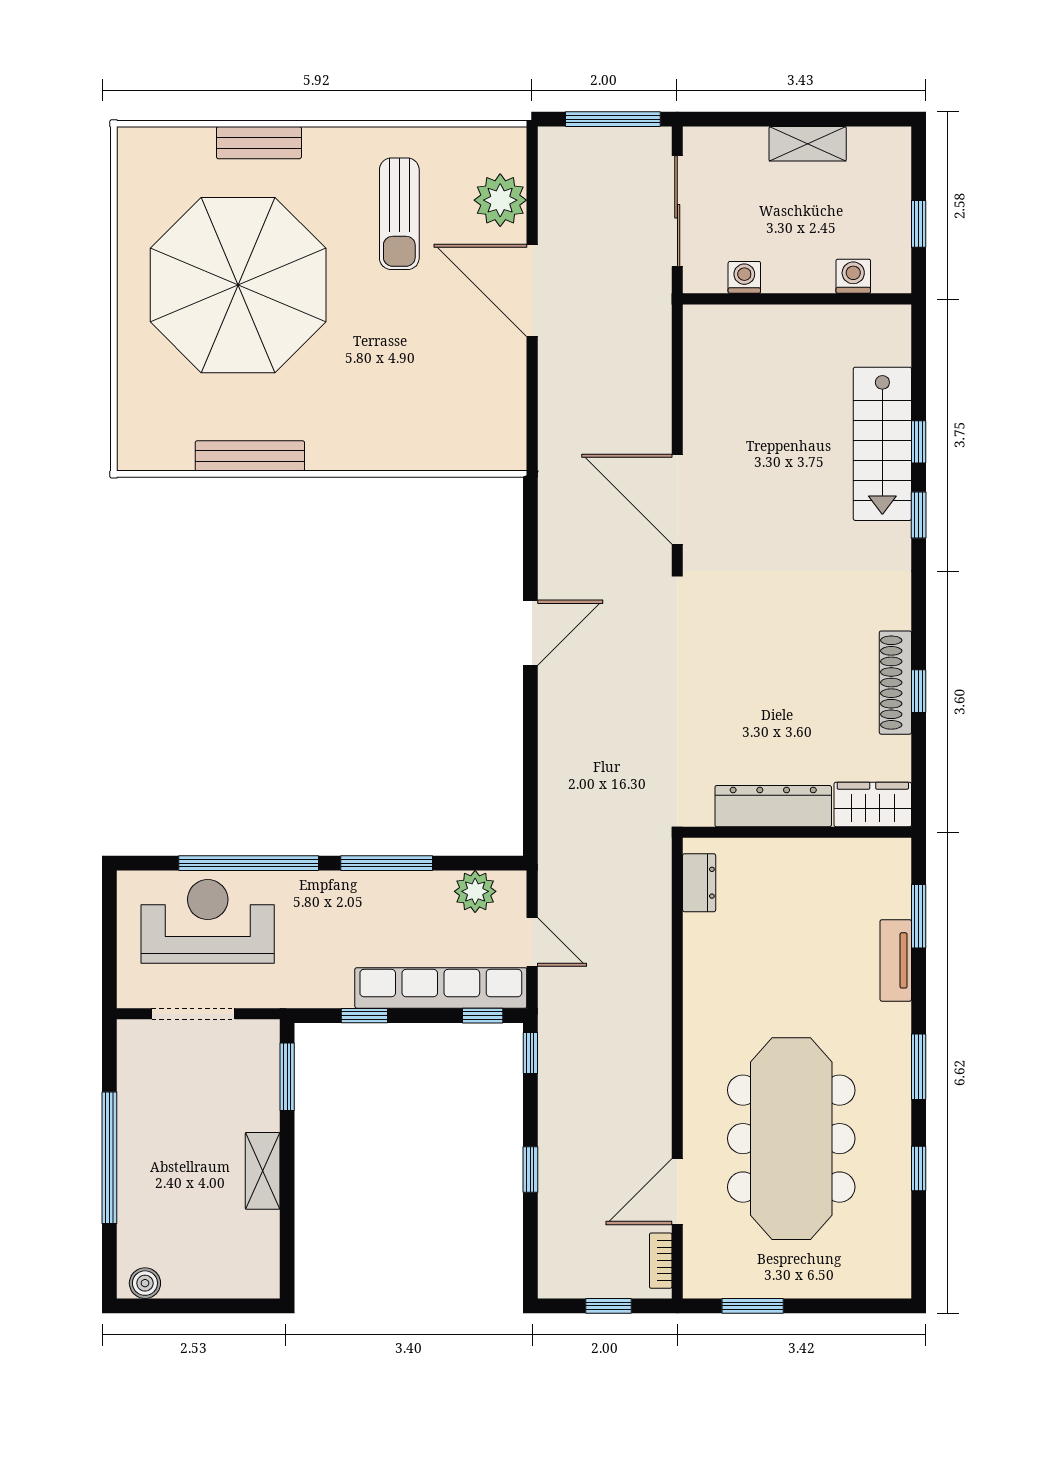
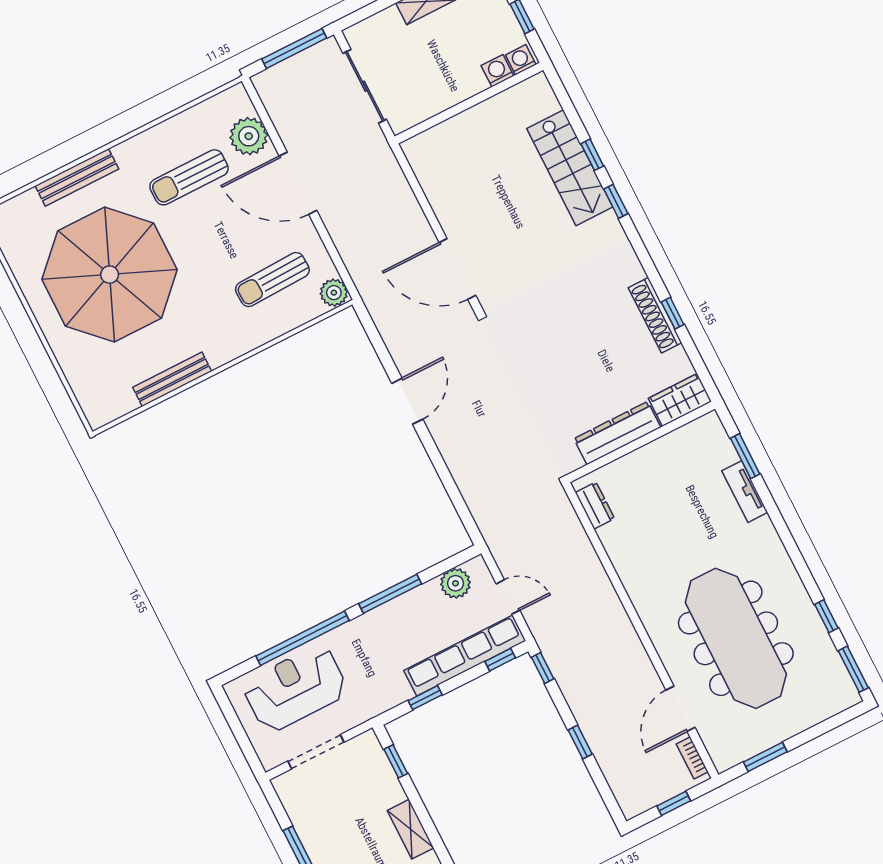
bench: (259, 143) -> (77, 177), width x1.36
sun lounger: (399, 214) -> (189, 177), turned 90
washing machine: (744, 277) -> (521, 60), moved
sun lounger: (439, 395) -> (272, 280), added
plant: (507, 450) -> (334, 293), added
window: (919, 1067) -> (853, 669), moved
window: (287, 1077) -> (396, 761), width x0.67

